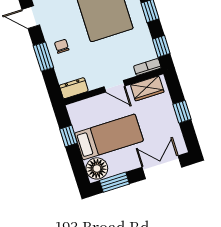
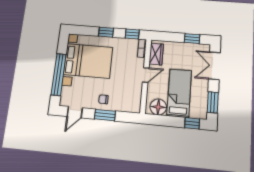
dresser: (74, 88) -> (135, 103), removed
window: (182, 112) -> (192, 39), moved
window: (69, 136) -> (192, 123), moved
floor lamp: (97, 168) -> (158, 107), moved

